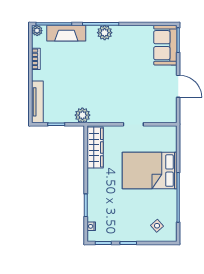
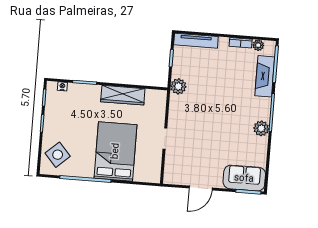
plant: (37, 31) -> (258, 45), moved
plant: (105, 33) -> (261, 128), moved
wardrobe: (95, 148) -> (123, 95), moved
side table: (157, 226) -> (58, 155), width x1.87, depth x1.87

